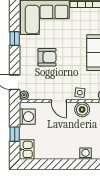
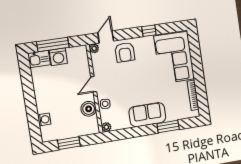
armchair: (47, 57) -> (125, 52), moved
washing machine: (27, 117) -> (58, 57), moved
window: (15, 134) -> (53, 45), width x2.17

